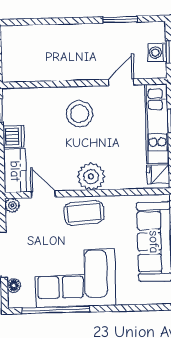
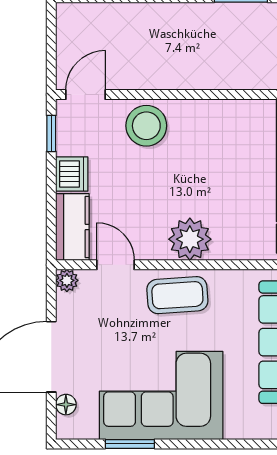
door: (121, 82) -> (85, 95), moved
stool: (80, 114) -> (146, 126), moved
window: (56, 310) -> (130, 444), width x0.47

